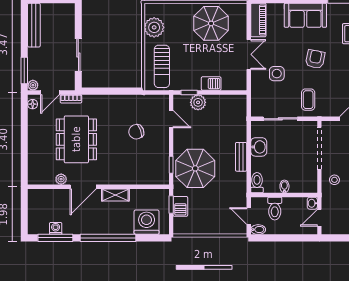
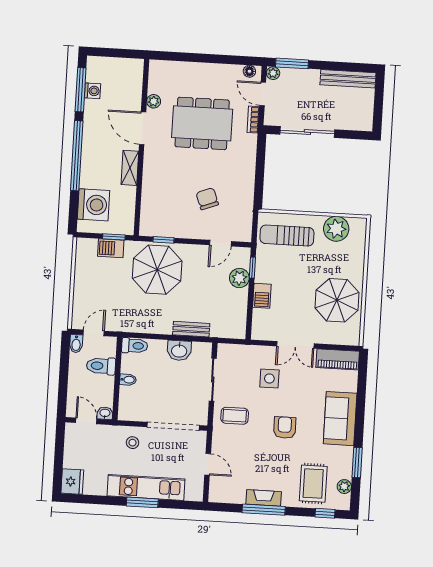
sliding door: (78, 55) -> (307, 132), width x1.37
armchair: (315, 59) -> (285, 428), turned -101
bench: (241, 157) -> (191, 329), moved

